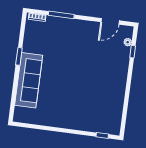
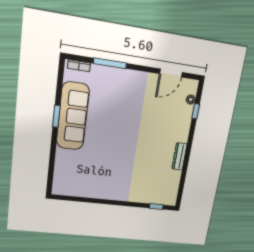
sofa: (29, 80) -> (73, 116), moved
dresser: (121, 90) -> (179, 156), added

